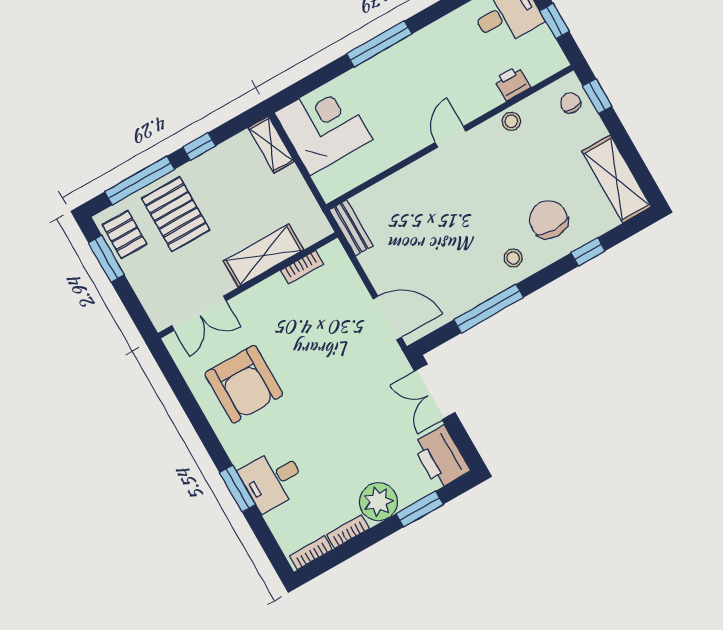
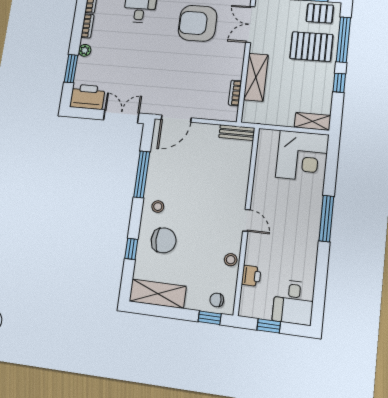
chair: (571, 103) -> (217, 300), turned 180
plant: (378, 502) -> (85, 50), width x0.53, depth x0.53

